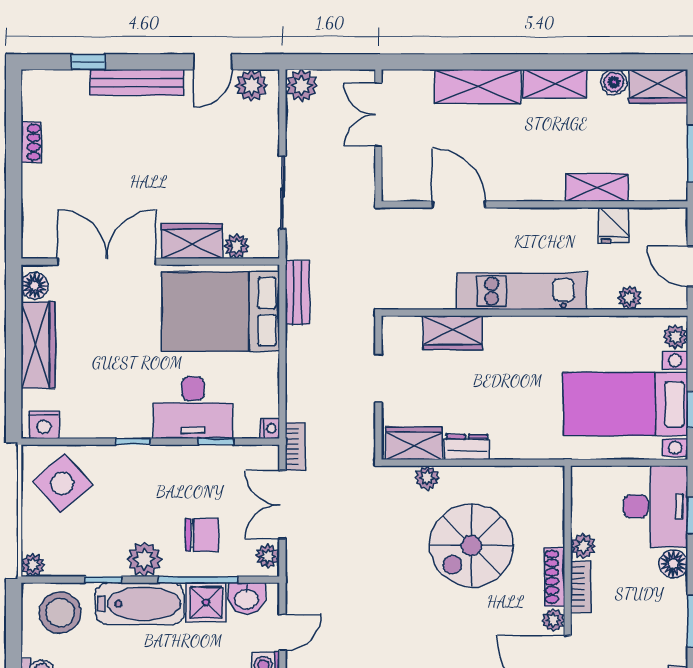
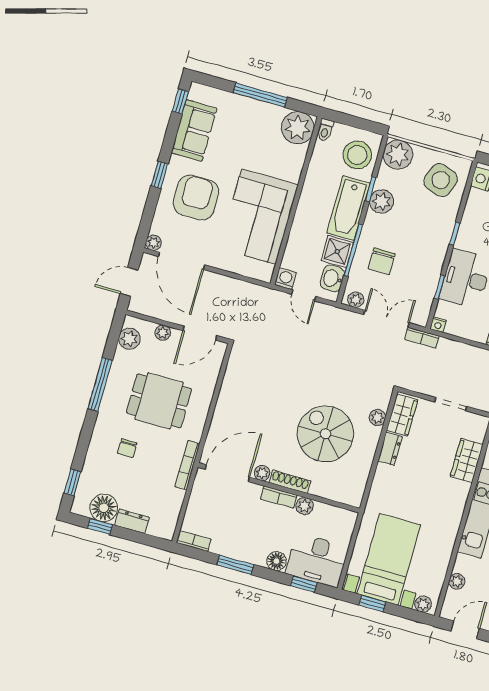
side table: (62, 483) -> (441, 180), turned -30
plant: (144, 559) -> (382, 201), moved
plant: (33, 565) -> (398, 155), width x1.87, depth x1.87

